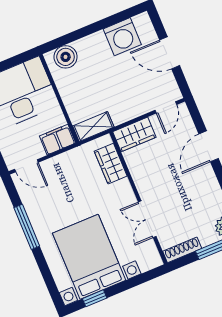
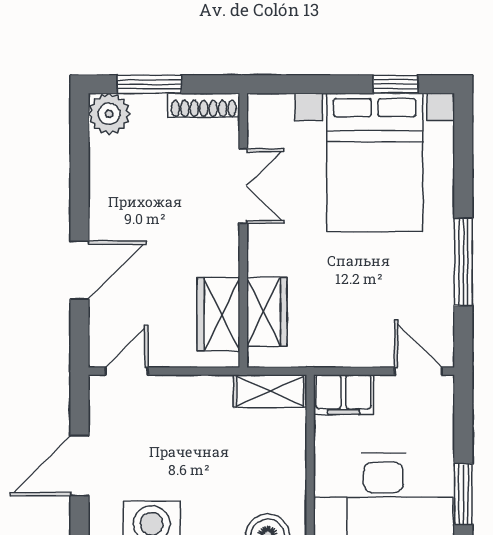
door: (170, 53) -> (80, 466), swing flipped
wardrobe: (134, 134) -> (218, 314), moved, turned -90

